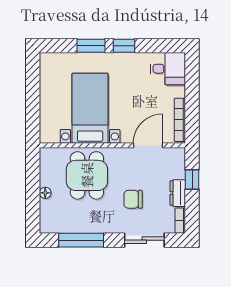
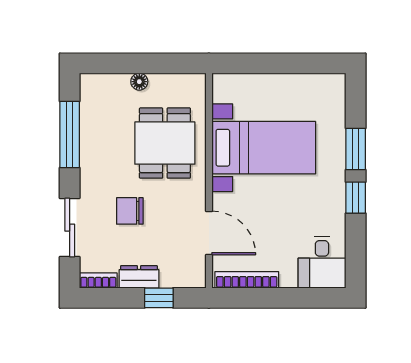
dining table: (87, 175) -> (165, 143), turned 90
chair: (133, 199) -> (130, 211), turned -90

